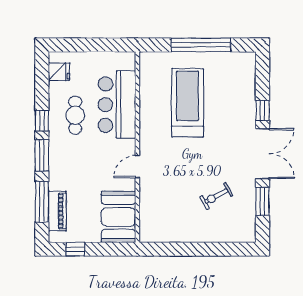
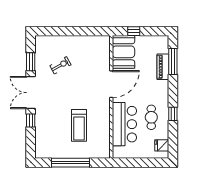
treadmill: (188, 103) -> (79, 125), width x0.73, depth x0.73
window: (42, 155) -> (173, 91), removed
door: (137, 167) -> (111, 84), width x1.88
piano: (57, 211) -> (163, 67), moved
window: (75, 249) -> (134, 31), moved

